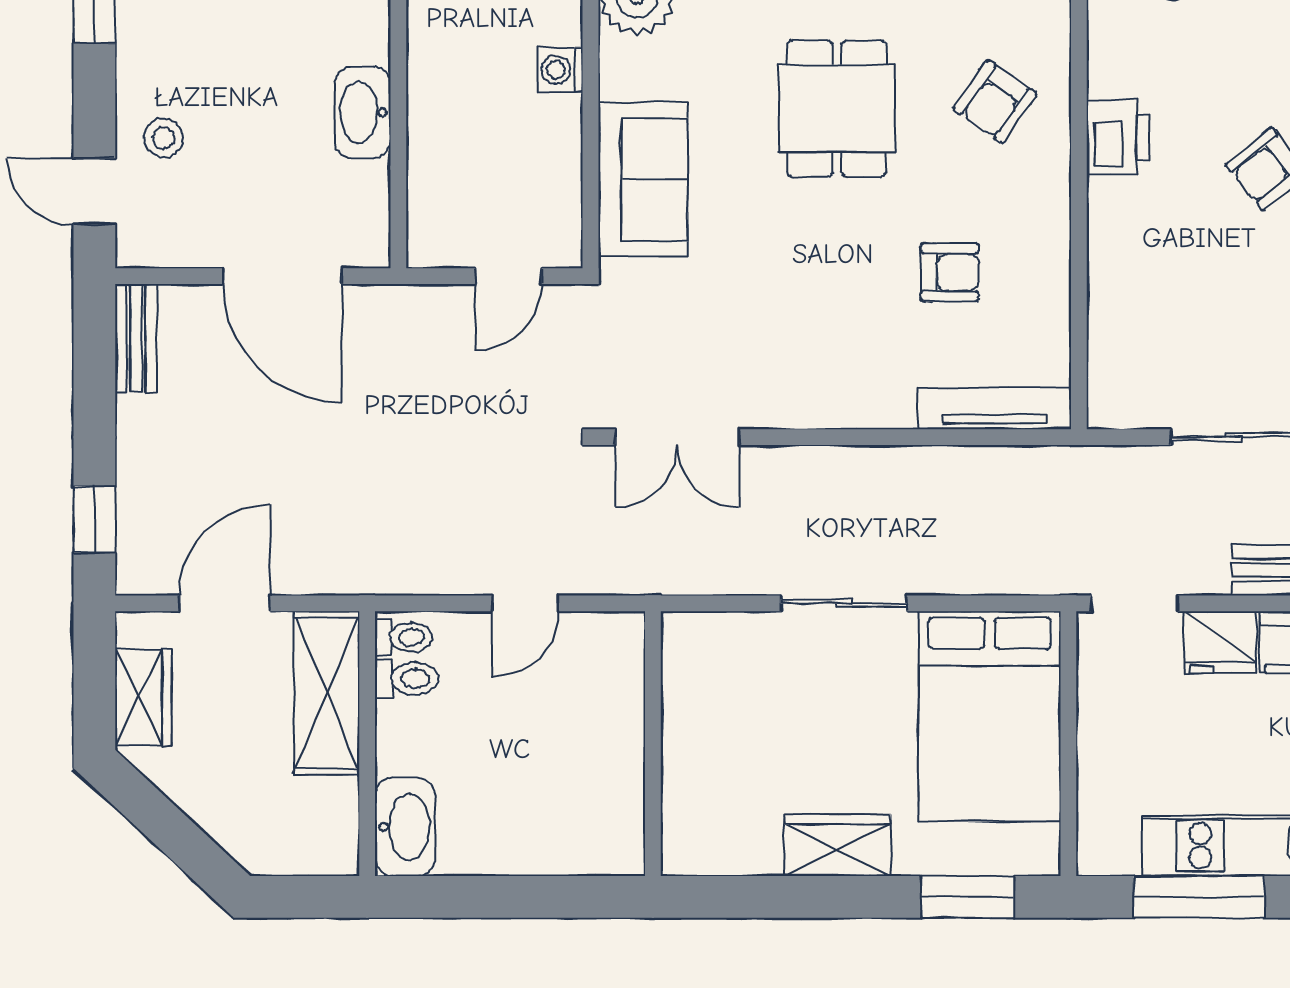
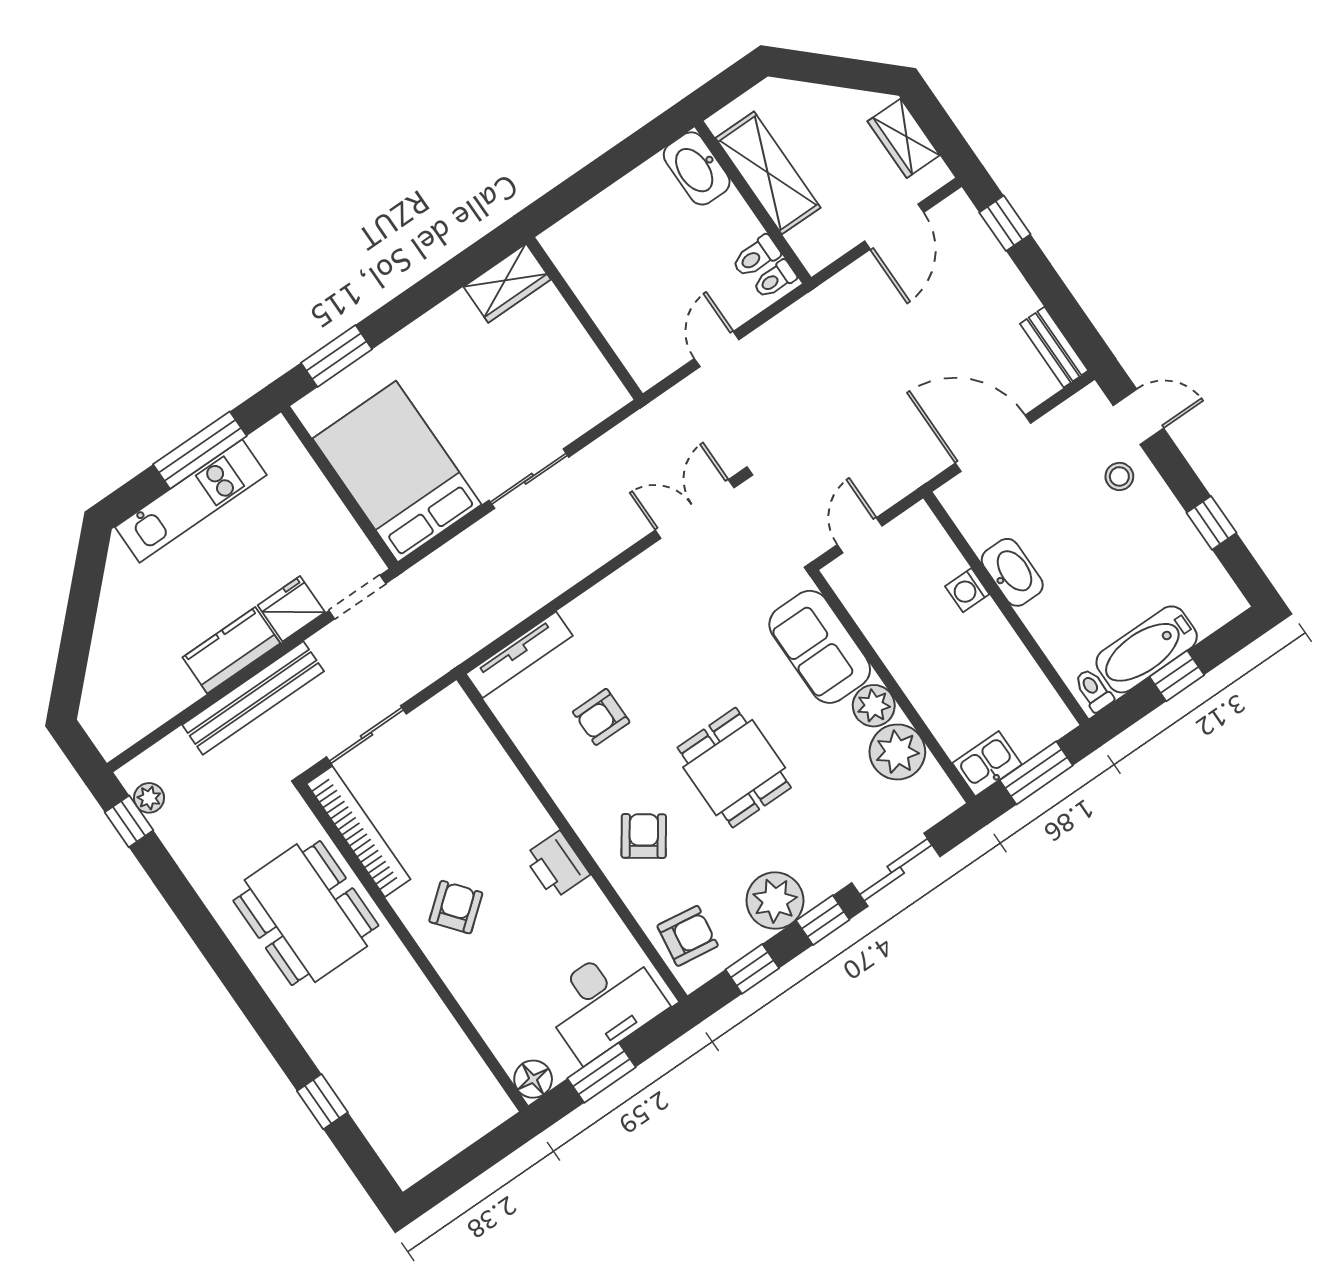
plant: (627, 69) -> (874, 706), added
washing machine: (560, 70) -> (967, 590), moved, turned 180
shelving: (327, 693) -> (768, 173), moved
wardrobe: (838, 845) -> (507, 283), moved

